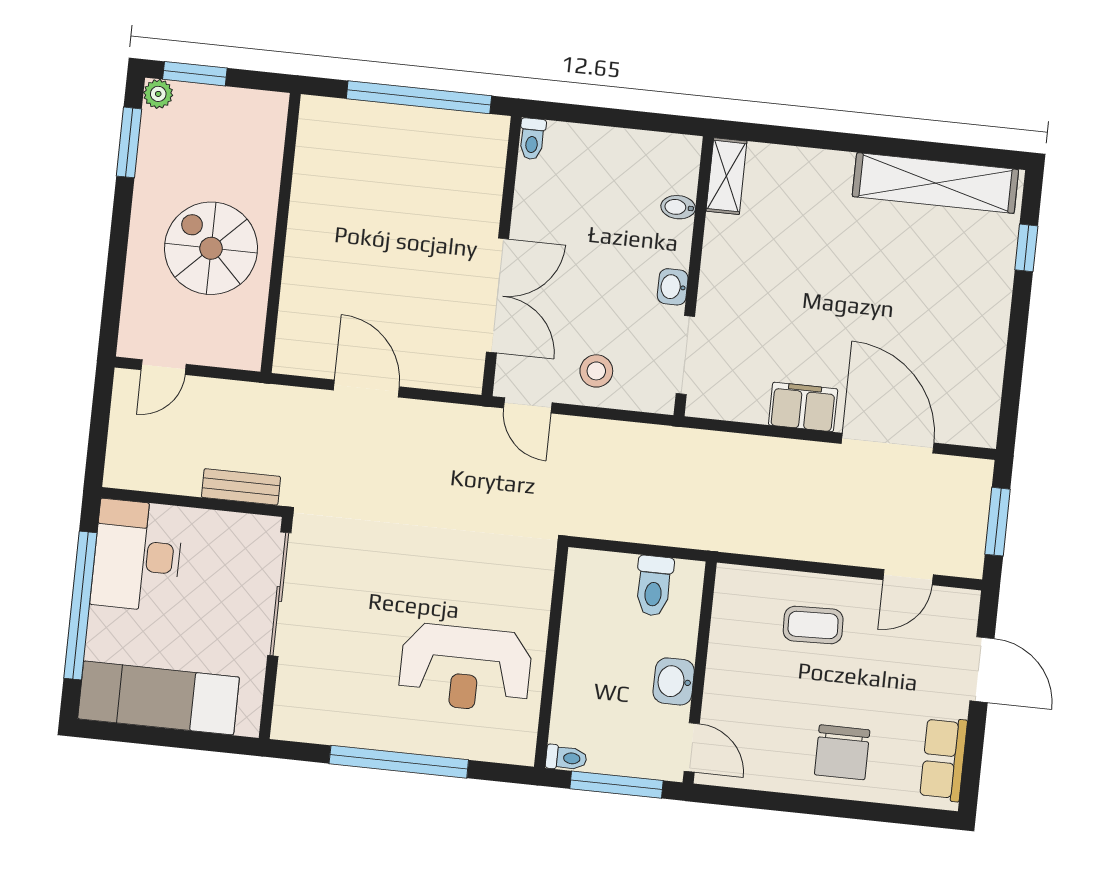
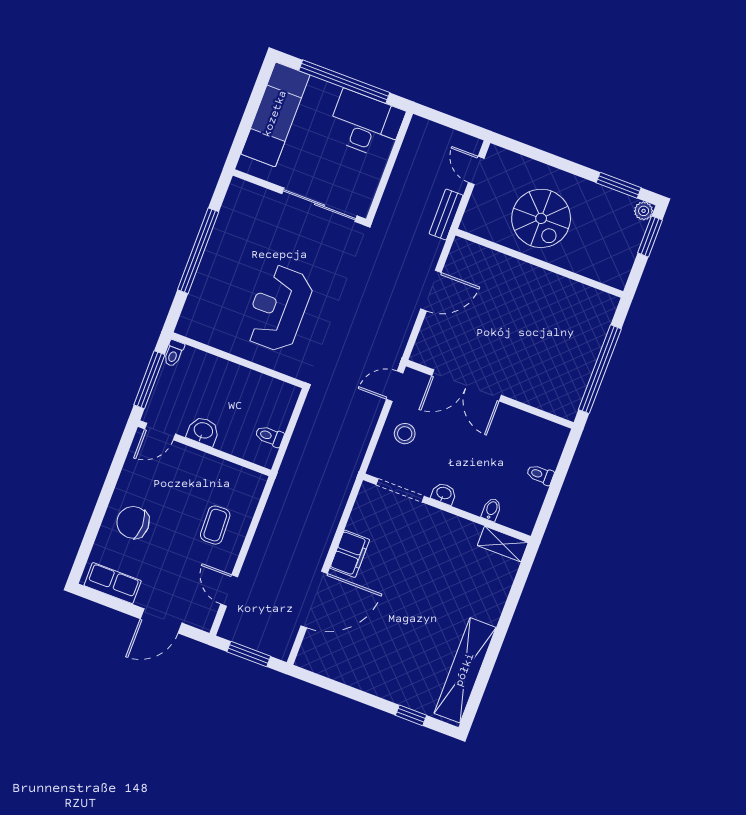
toilet: (532, 139) -> (540, 475), moved
spiral stairs: (211, 248) -> (541, 218), turned 90
bench: (241, 487) -> (446, 214), moved
toilet: (654, 586) -> (269, 436), width x0.73, depth x0.72
reception desk: (465, 668) -> (278, 308), moved

